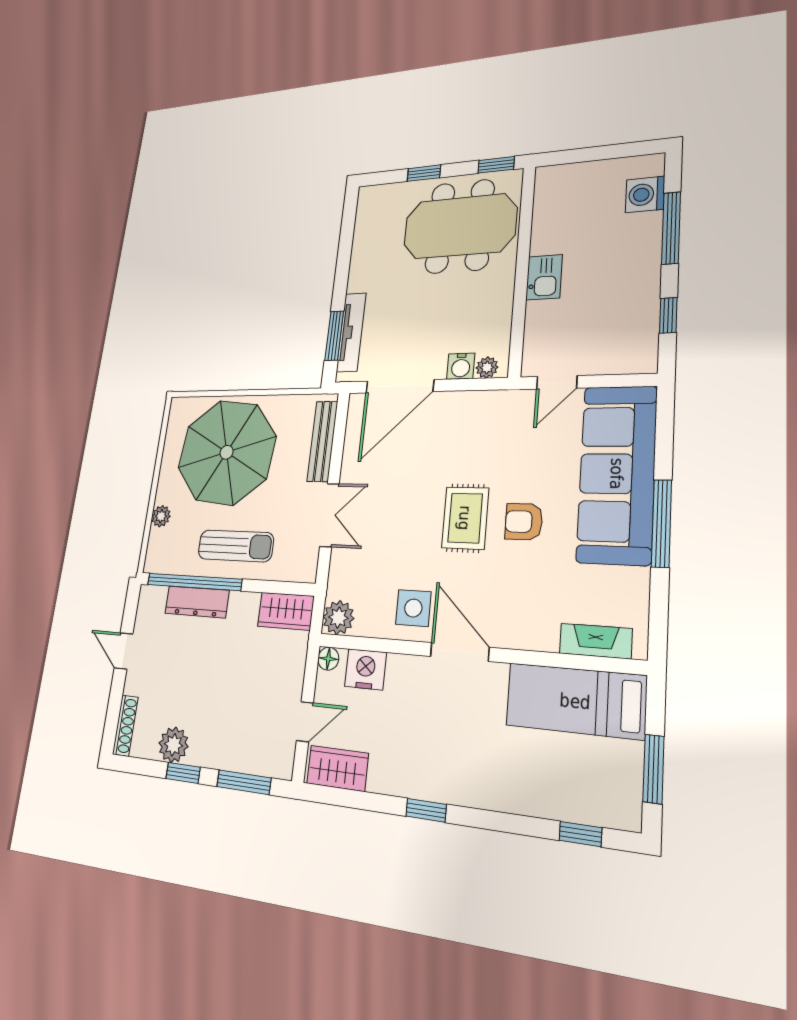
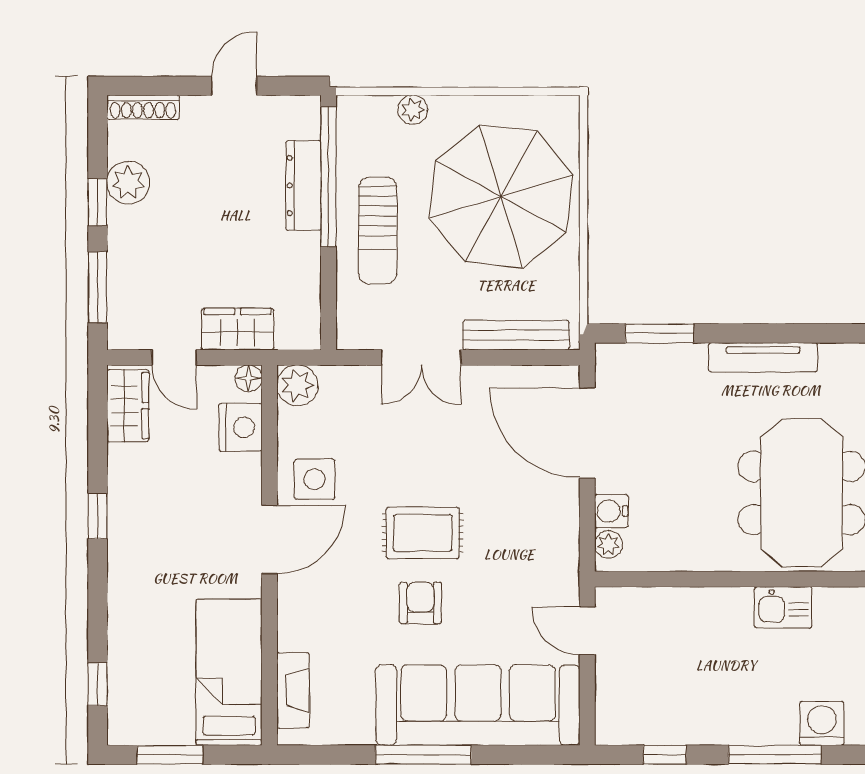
kitchen sink: (544, 277) -> (783, 607), moved
tv unit: (351, 332) -> (763, 357), moved
wardrobe: (286, 611) -> (238, 329), moved, turned 90

